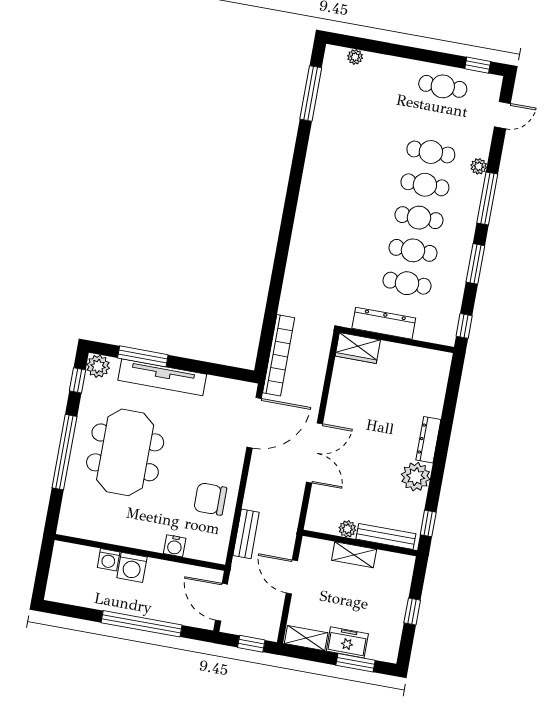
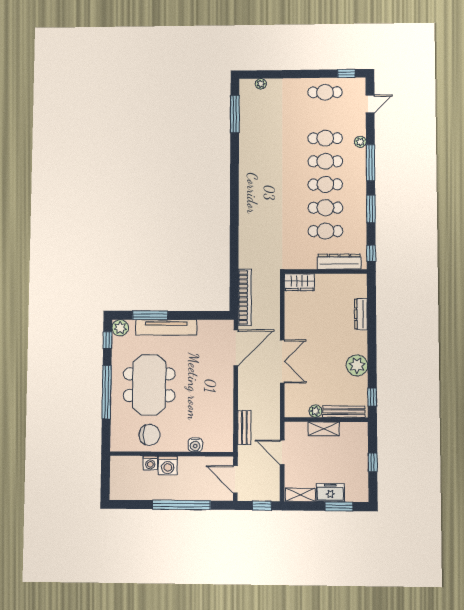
dresser: (384, 323) -> (339, 262), moved
dresser: (428, 440) -> (361, 314), moved
chair: (210, 499) -> (149, 435), moved, turned 180

